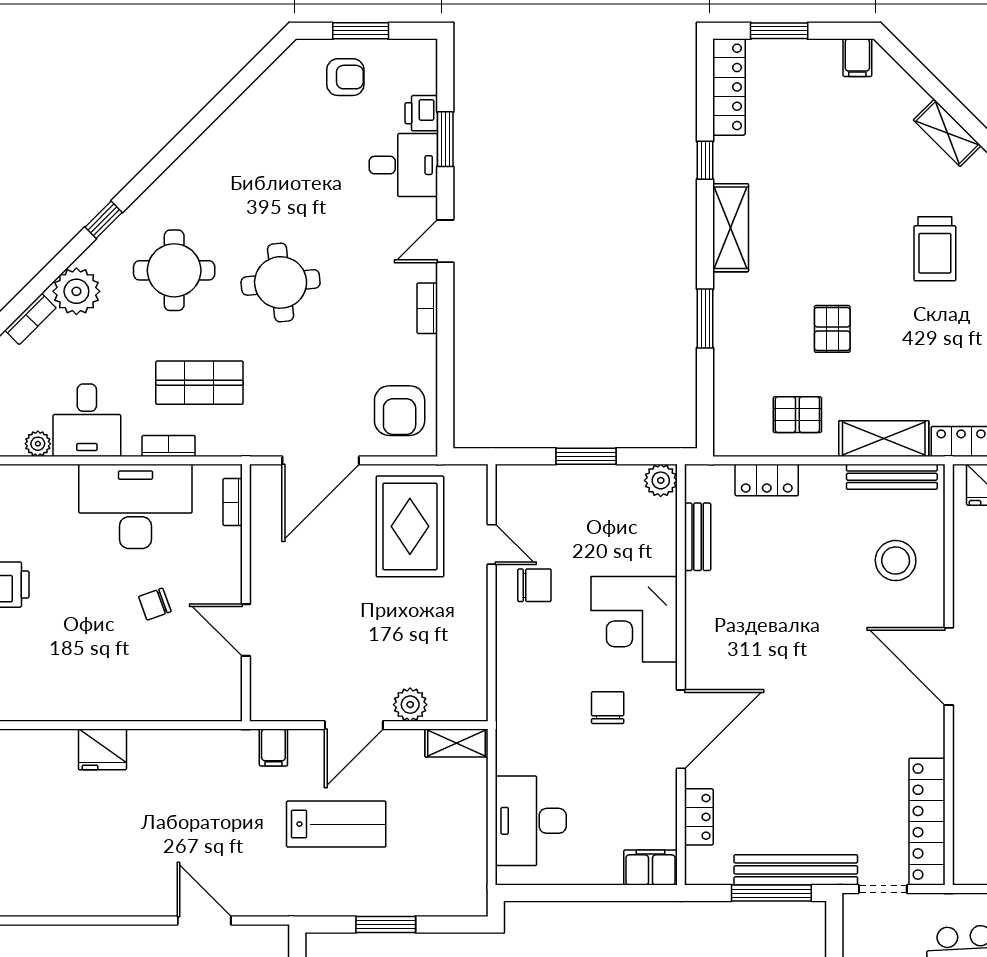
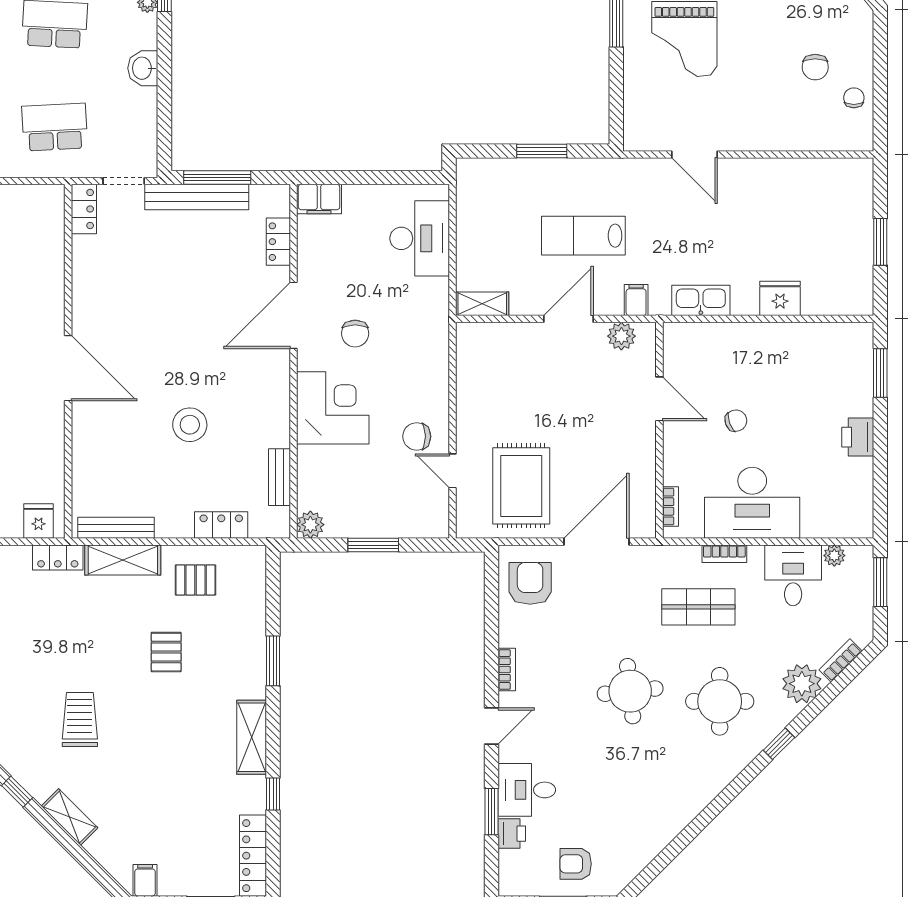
stool: (896, 561) -> (190, 425), moved
plant: (410, 705) -> (621, 336), moved
kitchen sink: (197, 747) -> (701, 300), added
locker: (927, 822) -> (84, 209), width x0.46, depth x0.83

